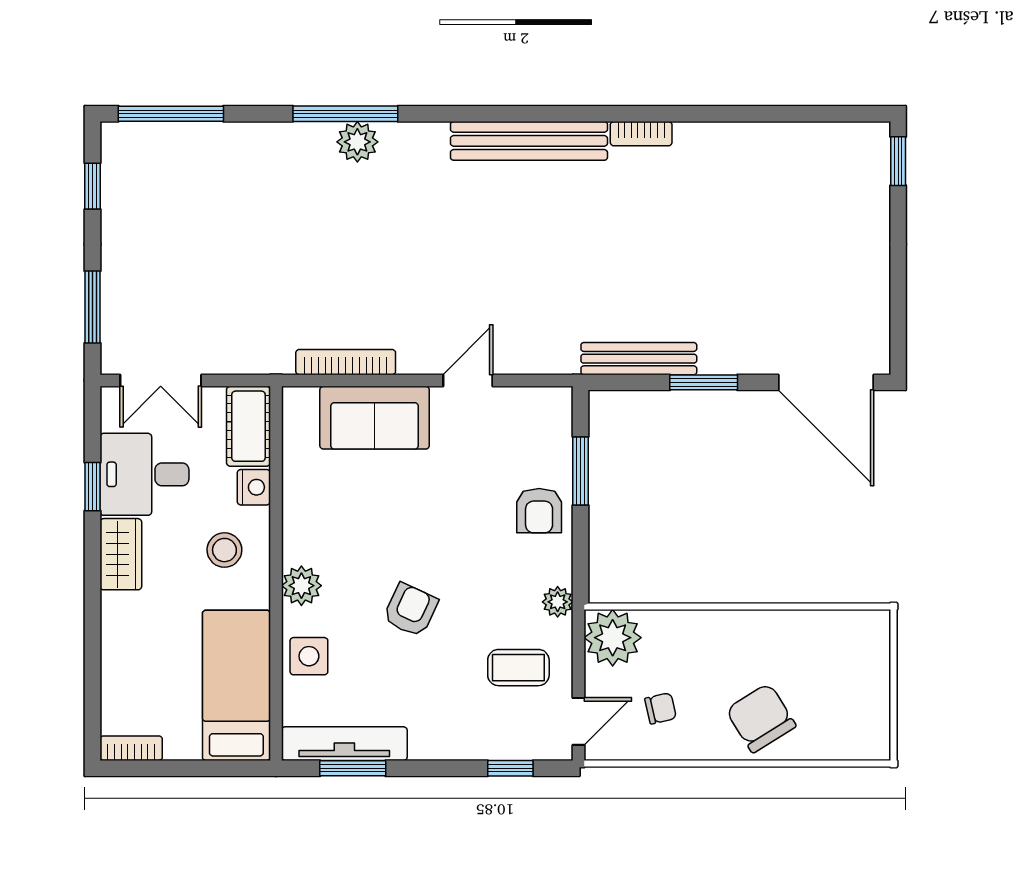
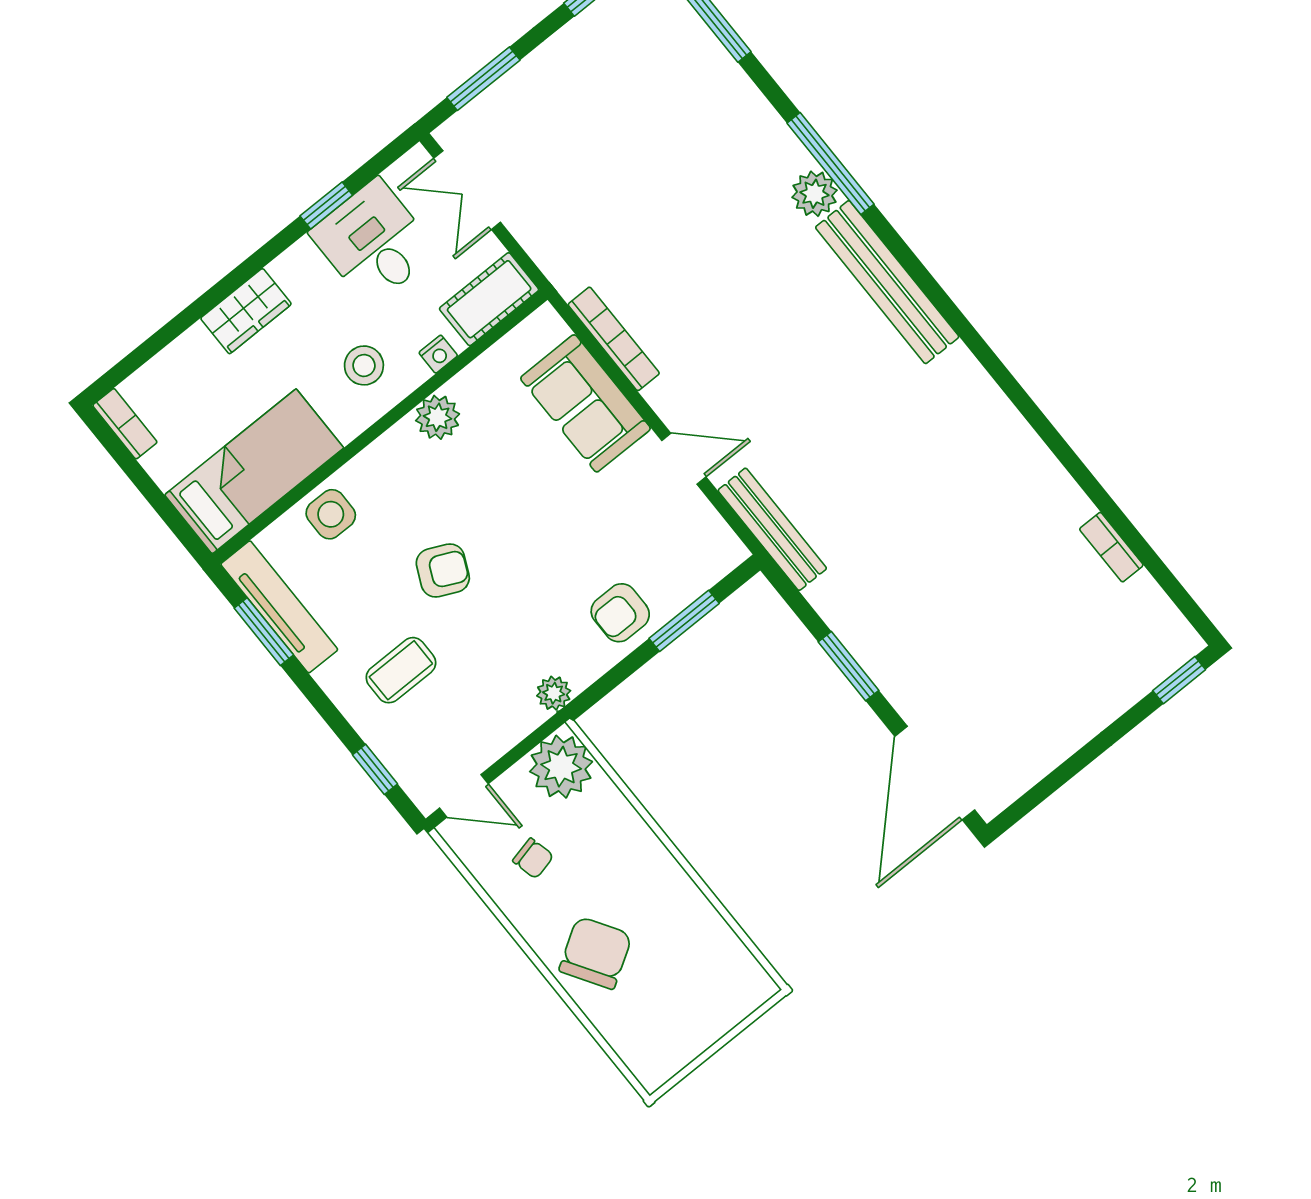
bookcase: (641, 134) -> (1111, 547), moved
bench: (529, 141) -> (887, 282), moved
bench: (639, 359) -> (772, 529), moved
nightstand: (254, 487) -> (438, 354), width x0.72, depth x0.74
wardrobe: (121, 554) -> (246, 311), moved
plant: (301, 586) -> (438, 417), moved
coffee table: (518, 668) -> (401, 670), moved, turned 90

